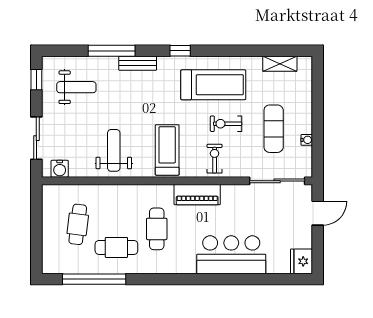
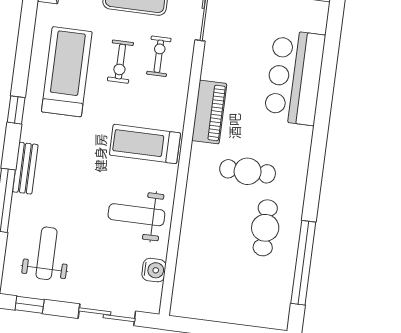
exercise bike: (215, 159) -> (159, 56), moved, turned 90
water cooler: (60, 169) -> (154, 270), moved
cafe table: (78, 224) -> (228, 275), removed

